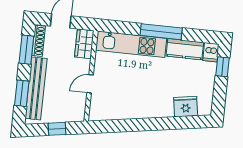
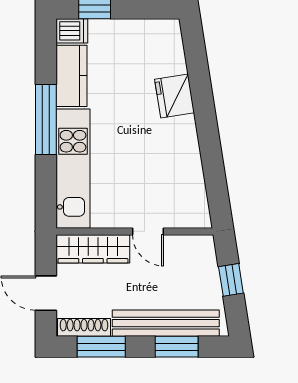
wardrobe: (84, 44) -> (93, 249), width x1.50
fridge: (186, 107) -> (174, 96), moved

